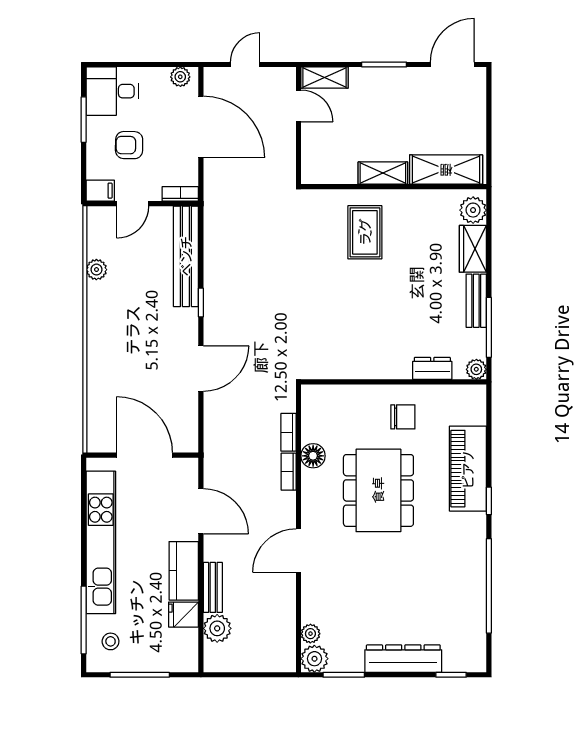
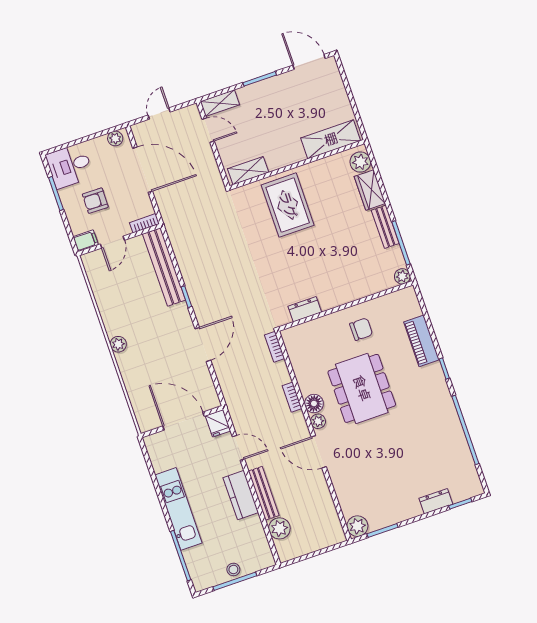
door: (452, 65) -> (309, 62), hinge flipped
shelving: (383, 173) -> (248, 171), moved
rug: (365, 232) -> (288, 205), width x1.36, depth x1.43
plant: (96, 270) -> (118, 344), moved
dresser: (432, 368) -> (305, 309), moved
bookcase: (288, 432) -> (275, 347), moved
floor lamp: (313, 456) -> (314, 404), moved
piano: (468, 469) -> (421, 341), width x0.73, depth x0.75
door: (201, 511) -> (238, 448), width x0.73
kitchen unit: (101, 542) -> (179, 509), width x0.73
door: (298, 551) -> (319, 452), hinge flipped
bench: (213, 587) -> (264, 493), width x1.36
fridge: (183, 615) -> (218, 423), moved, turned -90
plant: (310, 634) -> (318, 421), moved
stool: (111, 641) -> (233, 569), moved
dresser: (403, 659) -> (436, 501), width x0.51, depth x0.80

